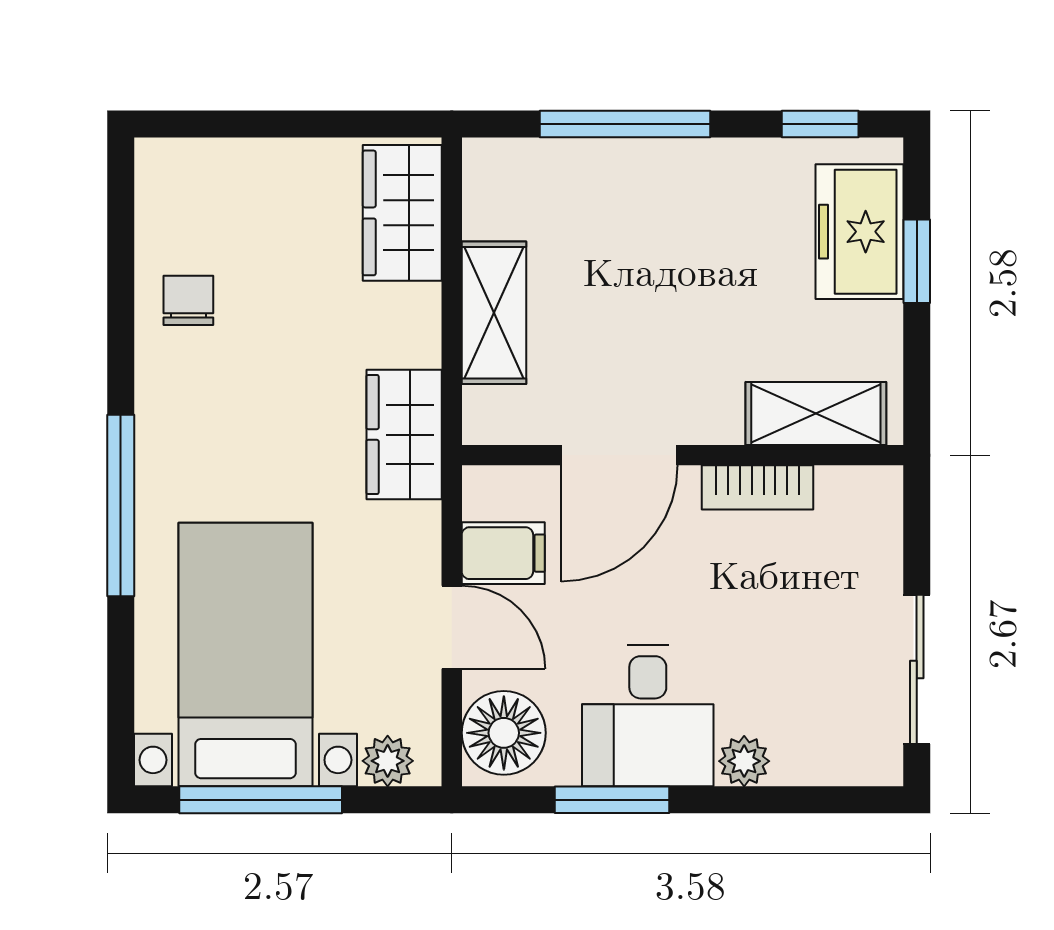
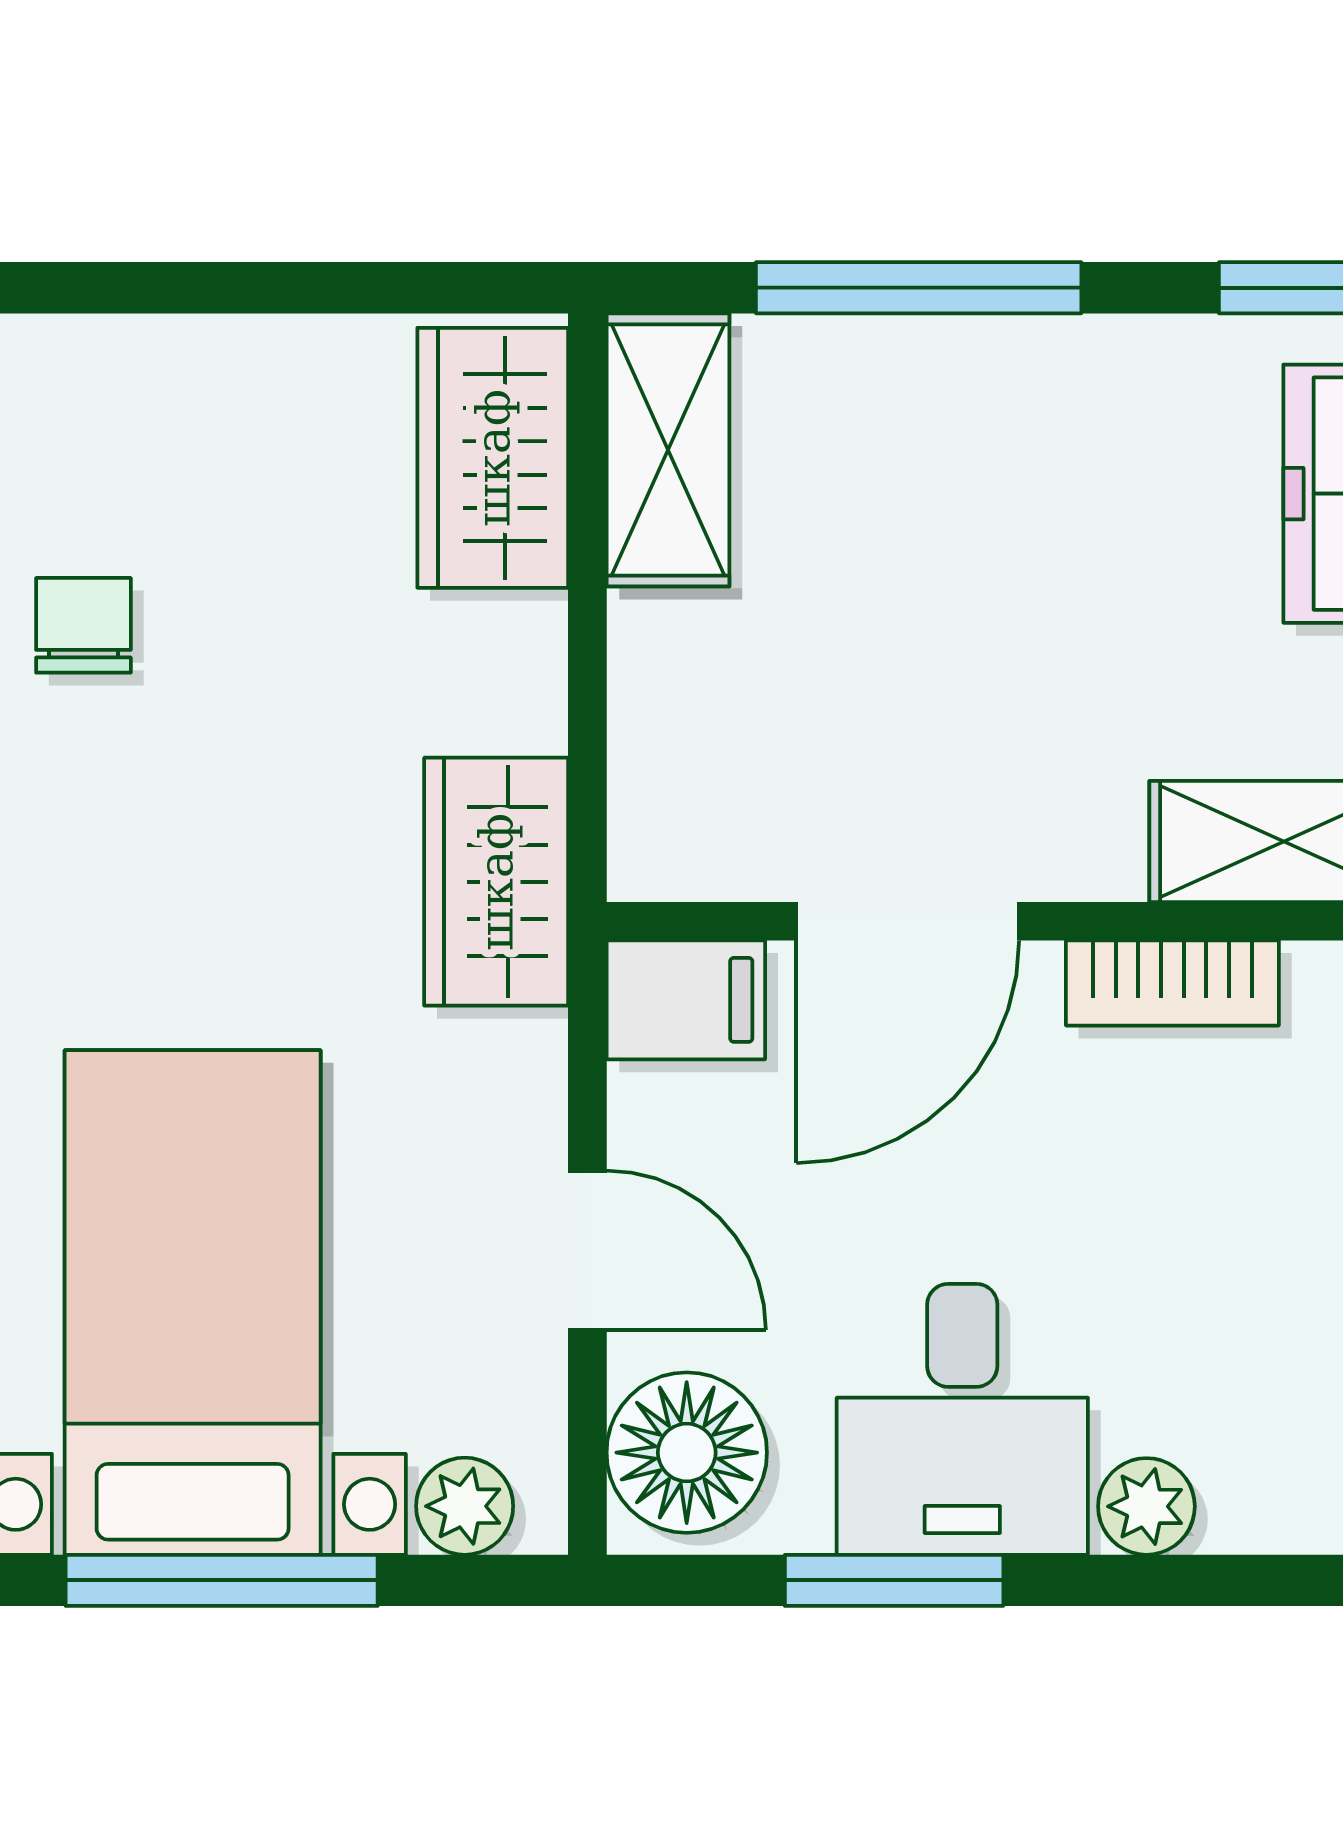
shelving: (494, 313) -> (668, 450), moved
filing cabinet: (503, 553) -> (686, 1000), moved

